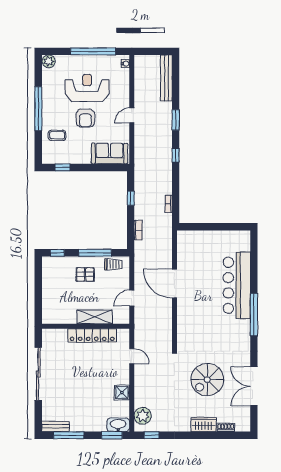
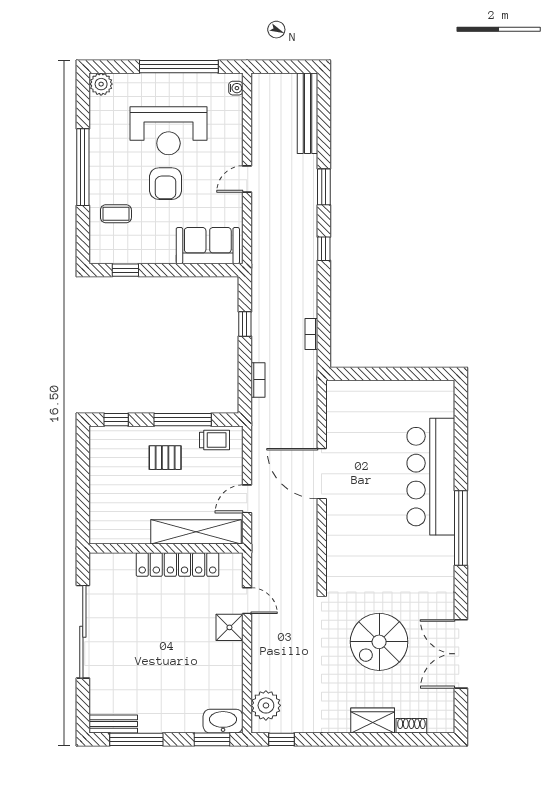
reception desk: (87, 88) -> (168, 131), turned 180
shelving: (95, 317) -> (196, 532), width x1.47
shower: (122, 392) -> (229, 627), moved

